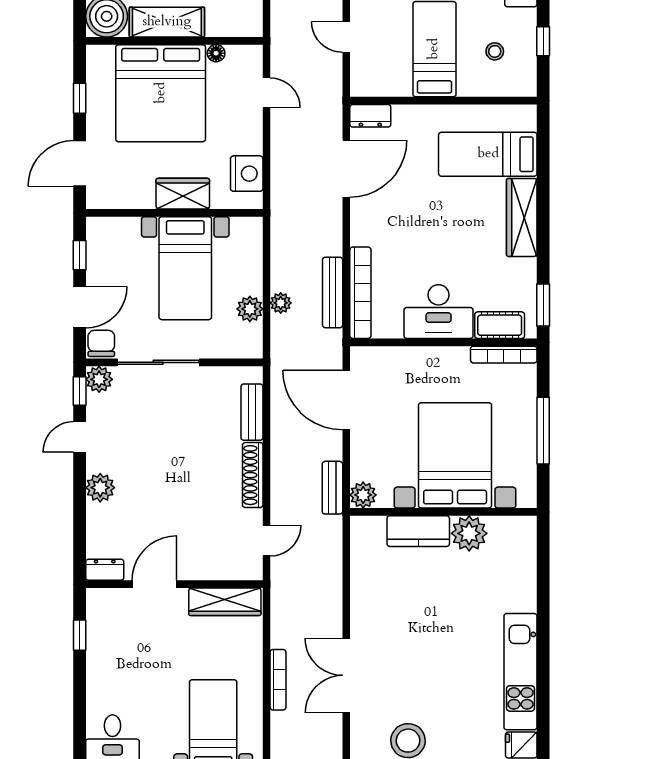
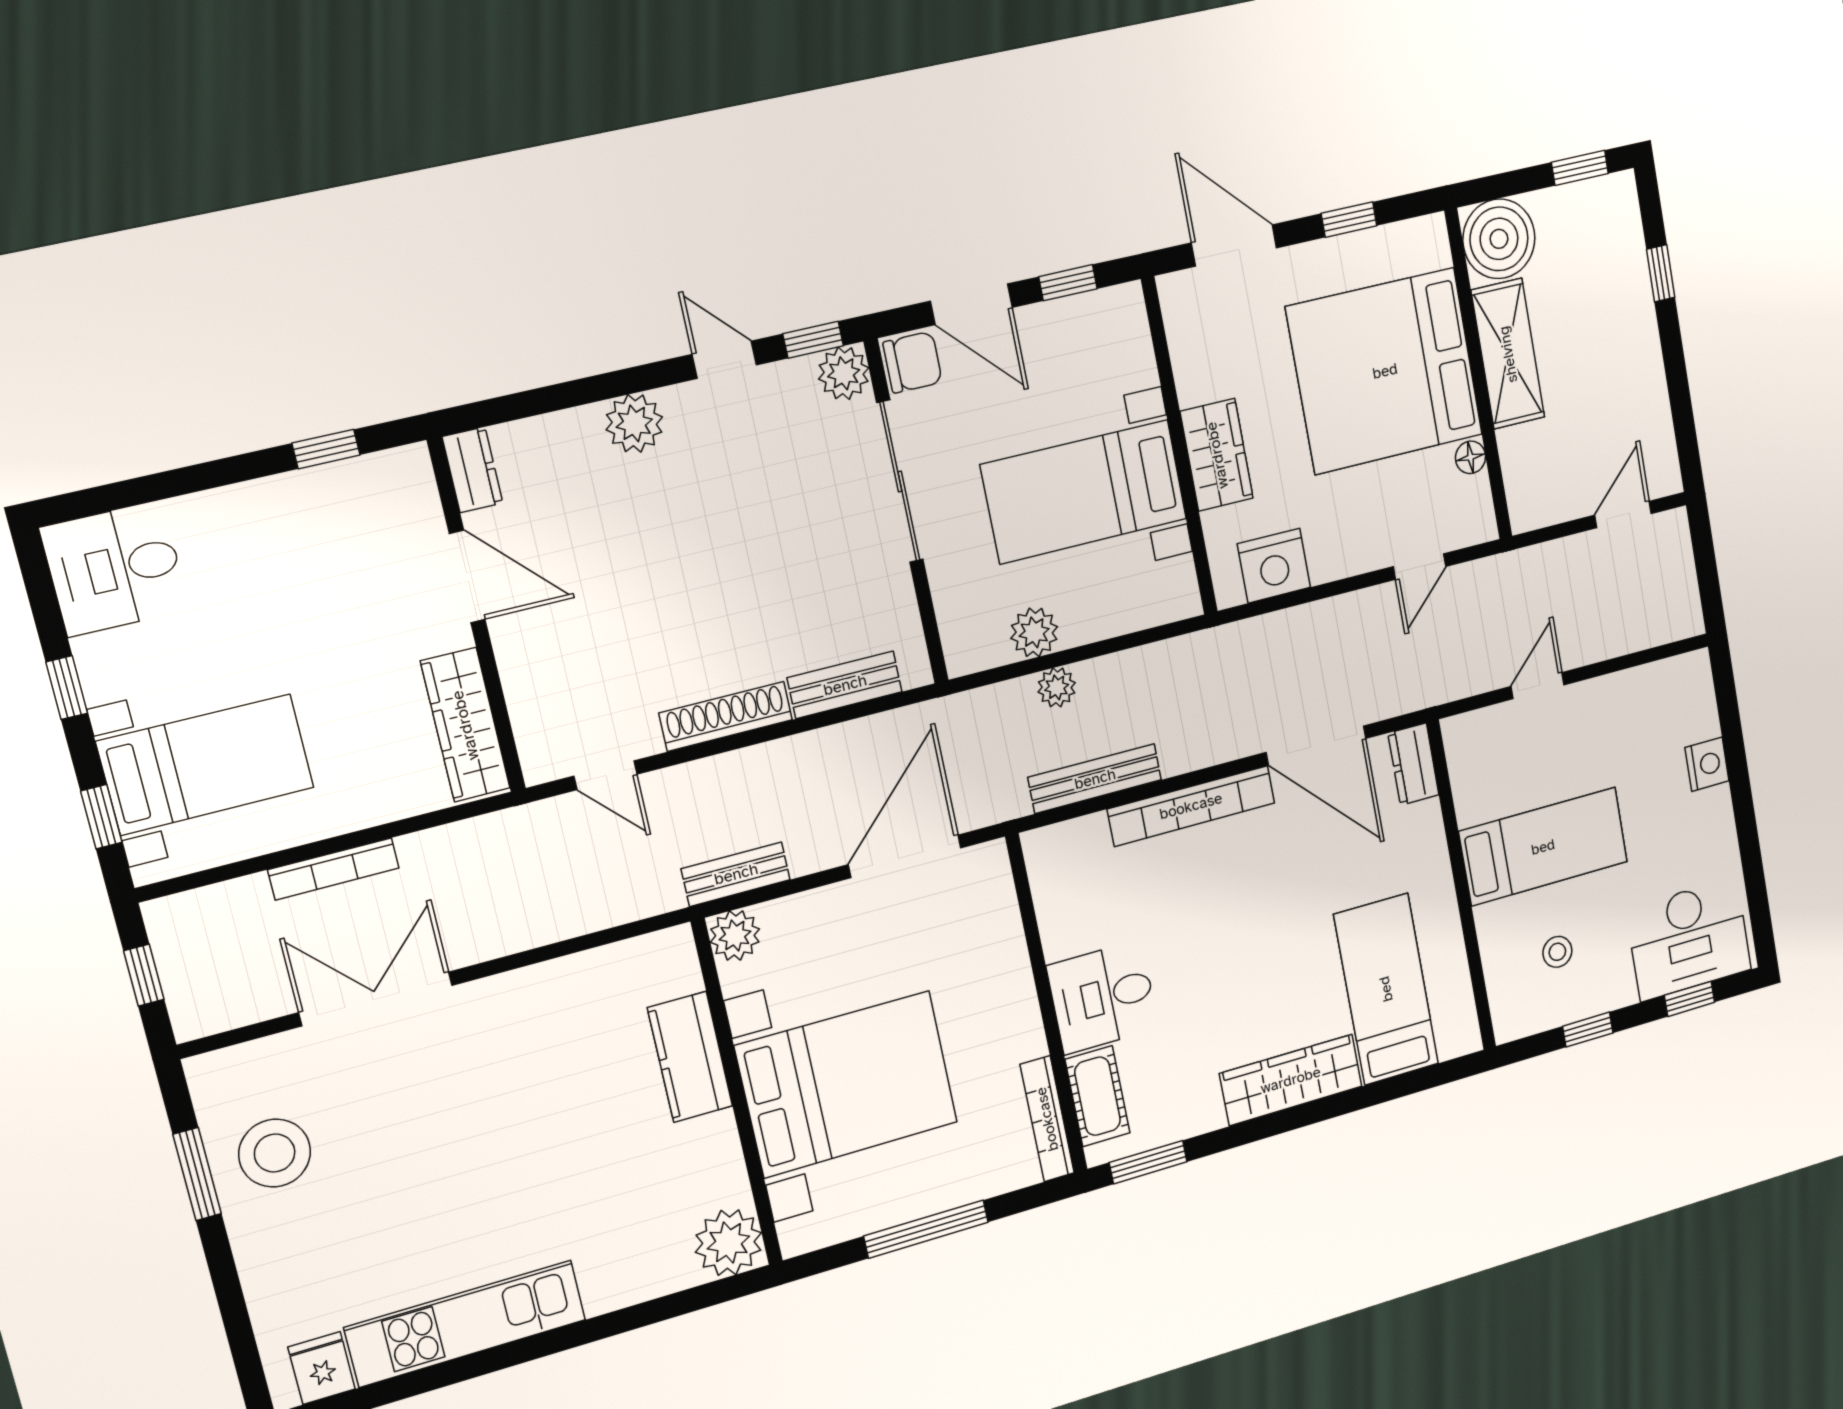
bookcase: (360, 293) -> (1191, 806), moved
desk: (439, 312) -> (1103, 997), width x0.73
plant: (469, 533) -> (728, 1243), moved

